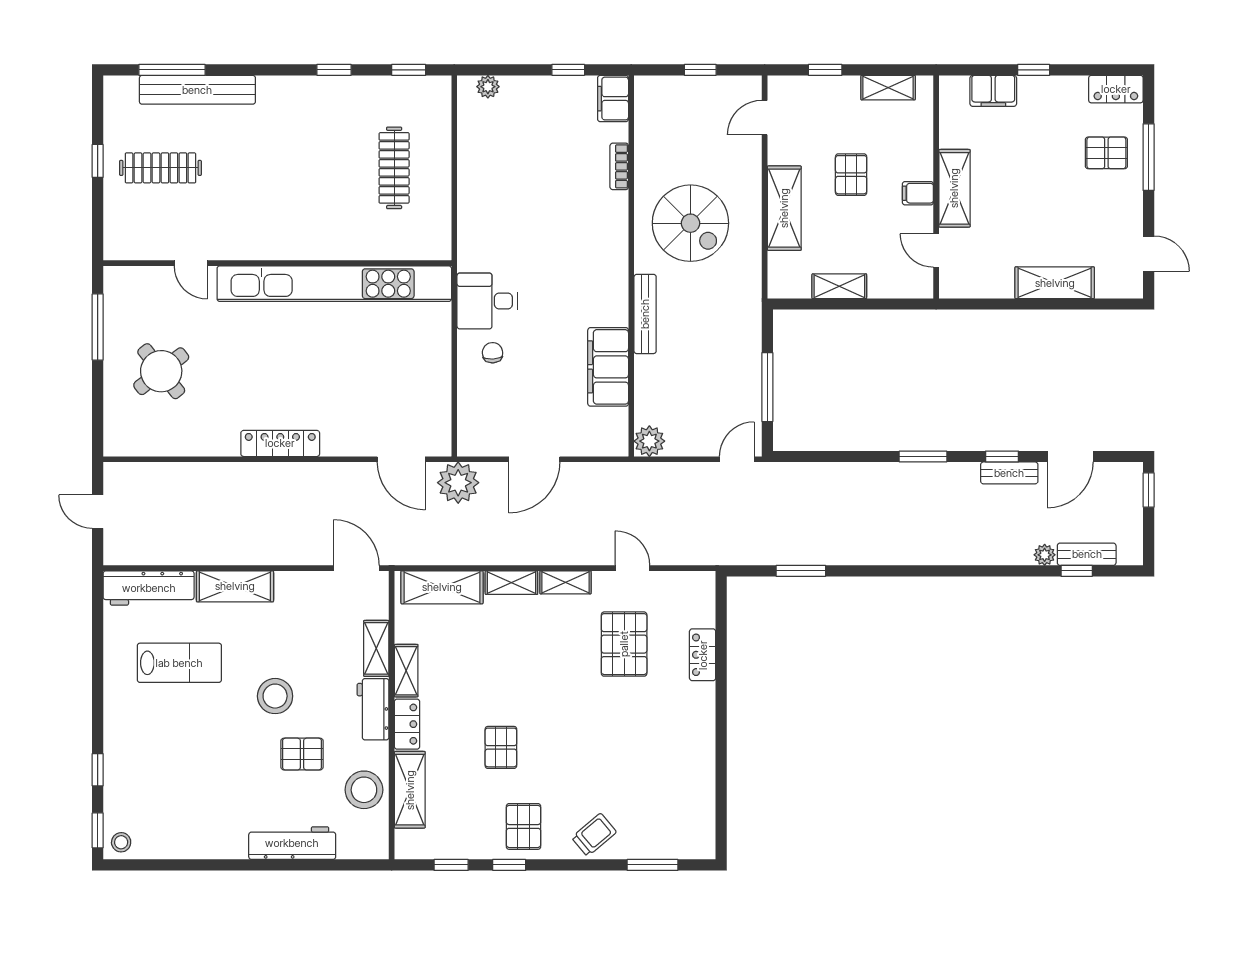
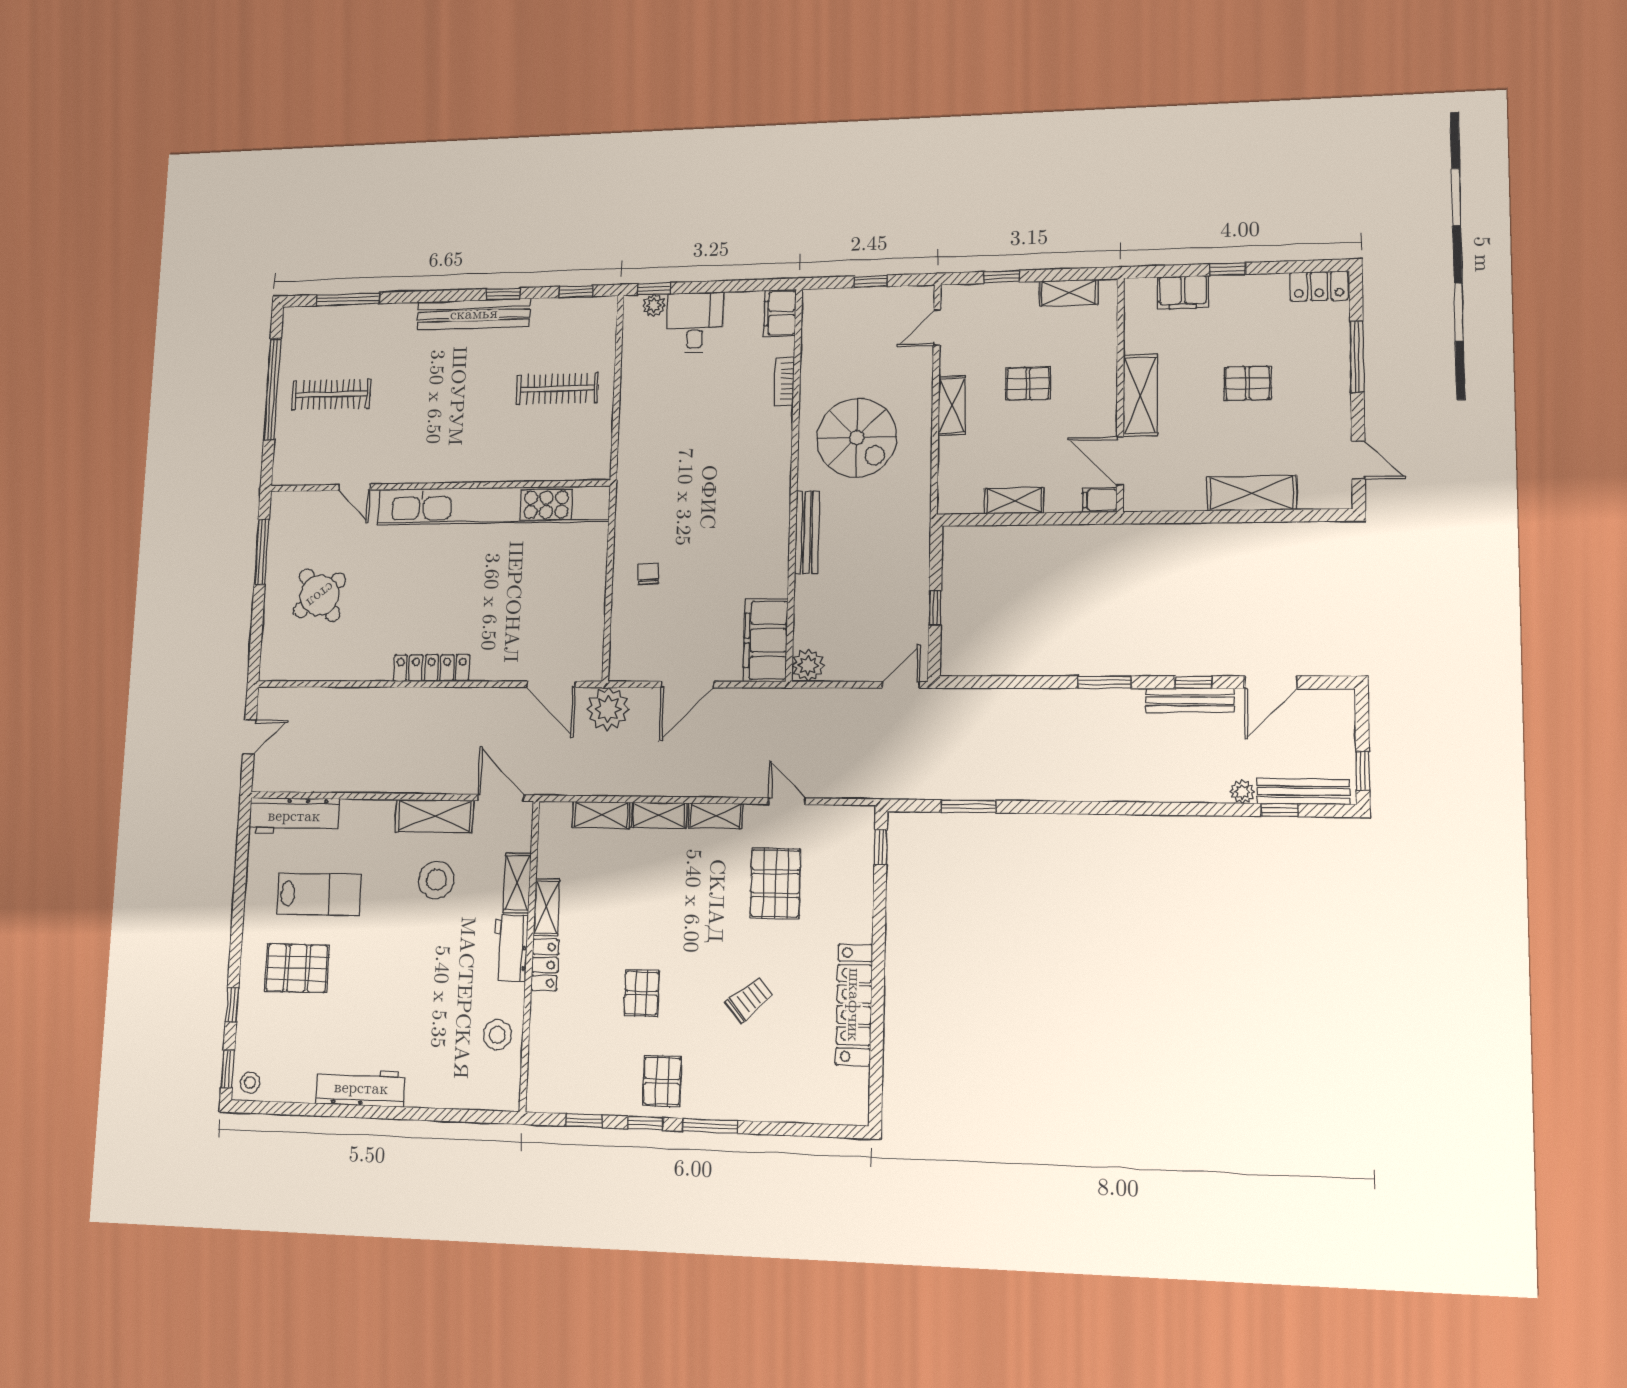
window: (568, 70) -> (654, 289), moved
bench: (197, 90) -> (474, 314), moved
pallet: (1106, 153) -> (1247, 383), moved
window: (98, 161) -> (272, 389), width x3.17
clothes rail: (394, 168) -> (557, 389), turned 90
pallet: (851, 175) -> (1028, 384), turned 90
filing cabinet: (918, 193) -> (1100, 500), moved
shelving: (784, 208) -> (952, 406), width x0.67, depth x0.75
door: (936, 251) -> (1120, 461), width x1.38
desk: (487, 301) -> (695, 323), moved, turned 90
filing cabinet: (608, 367) -> (765, 640), moved
window: (767, 387) -> (935, 608), width x0.46
bench: (1009, 473) -> (1190, 700), width x1.36
window: (1149, 490) -> (1363, 771), moved
door: (98, 512) -> (250, 737), swing flipped
bench: (1087, 554) -> (1303, 792), width x1.36
shelving: (235, 586) -> (434, 816), moved
shelving: (442, 587) -> (601, 815), width x0.67, depth x0.75
window: (721, 609) -> (881, 847), added
locker: (703, 655) -> (854, 1005), moved, width x2.16, depth x1.21
stool: (275, 696) -> (436, 880), moved
pallet: (302, 754) -> (297, 968), moved, width x1.50, depth x1.42
stool: (364, 790) -> (497, 1035), width x0.73, depth x0.73
shelving: (410, 790) -> (544, 1036), removed
trolley: (594, 835) -> (749, 1000), moved
workbench: (292, 843) -> (361, 1088), moved
window: (653, 865) -> (710, 1126), moved

